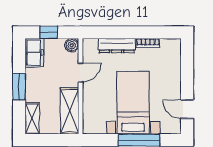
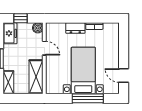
dresser: (117, 46) -> (75, 28), width x0.70
door: (81, 72) -> (44, 48), hinge flipped

